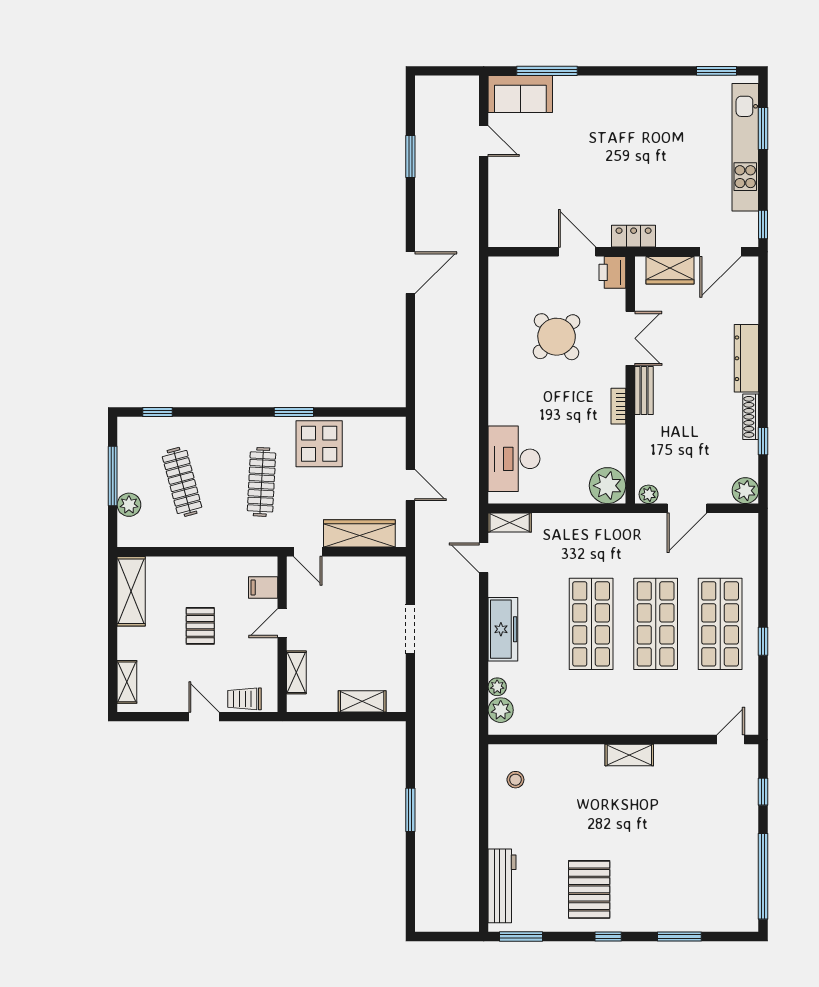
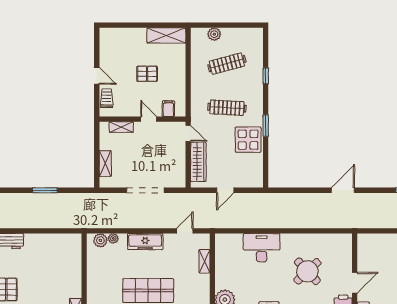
door: (410, 273) -> (343, 190), swing flipped
window: (158, 412) -> (266, 76), moved
desk: (514, 459) -> (262, 248), moved
window: (113, 476) -> (230, 25), removed
shelving: (510, 522) -> (204, 261), moved
door: (308, 552) -> (188, 133), swing flipped
doorway: (410, 629) -> (145, 190), width x1.36
shelving: (127, 682) -> (116, 33), removed
door: (204, 717) -> (97, 76), hinge flipped
stool: (515, 780) -> (62, 249), removed

